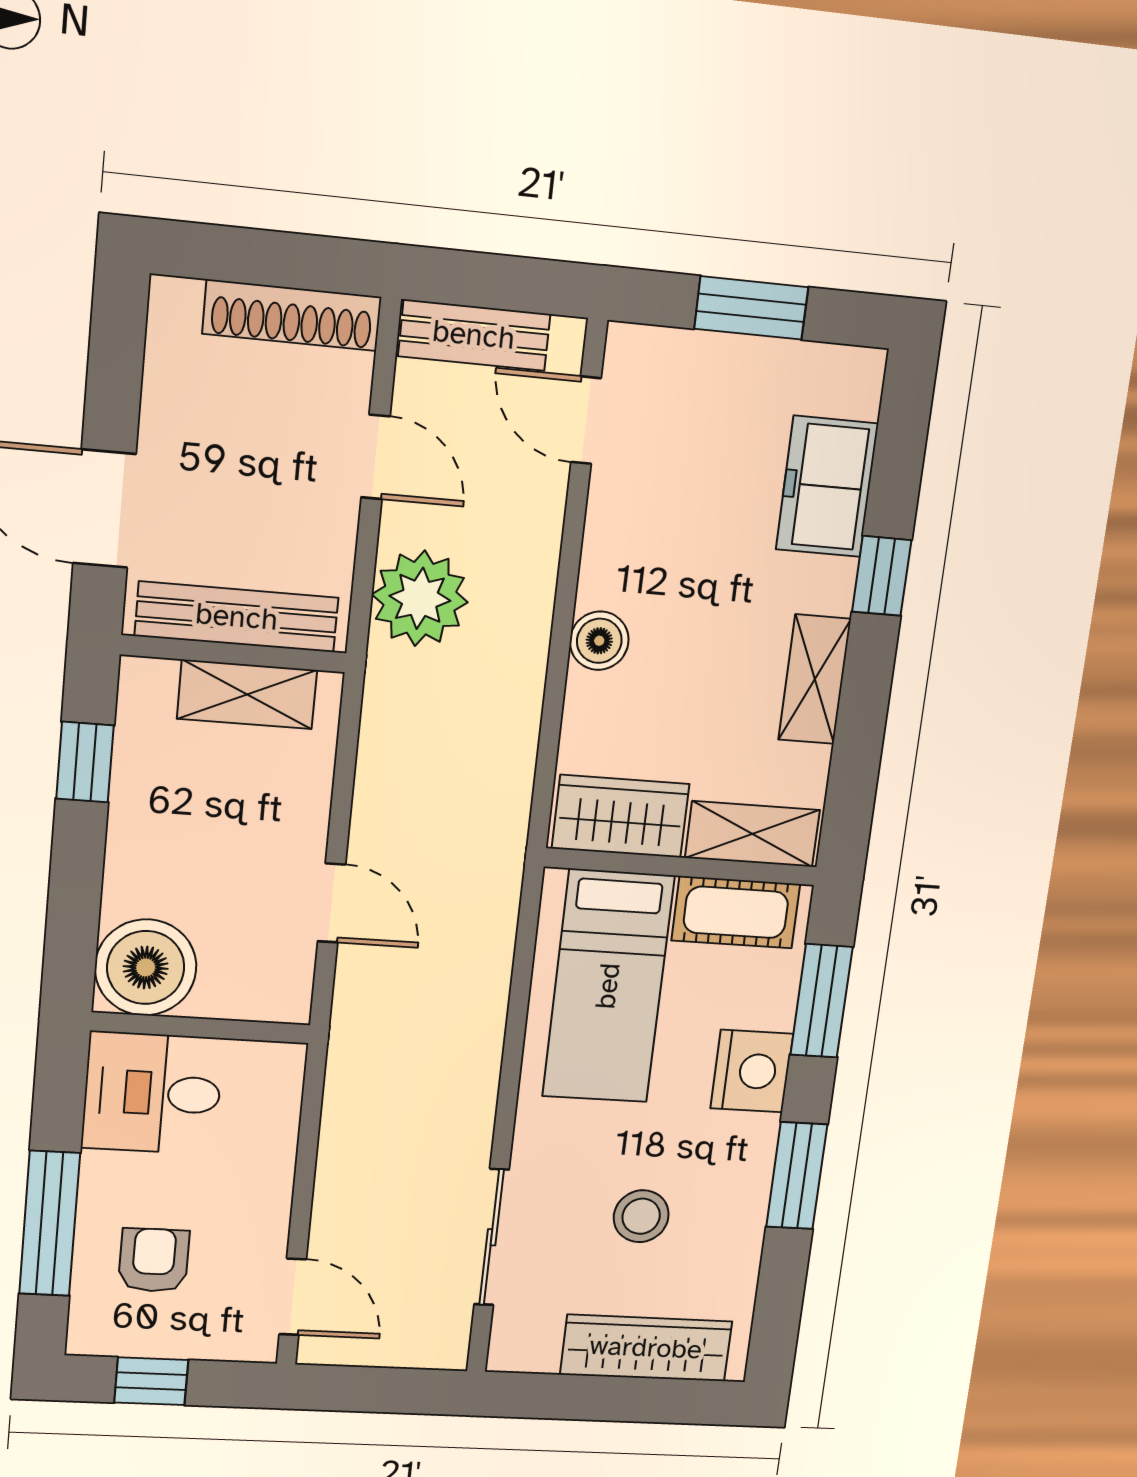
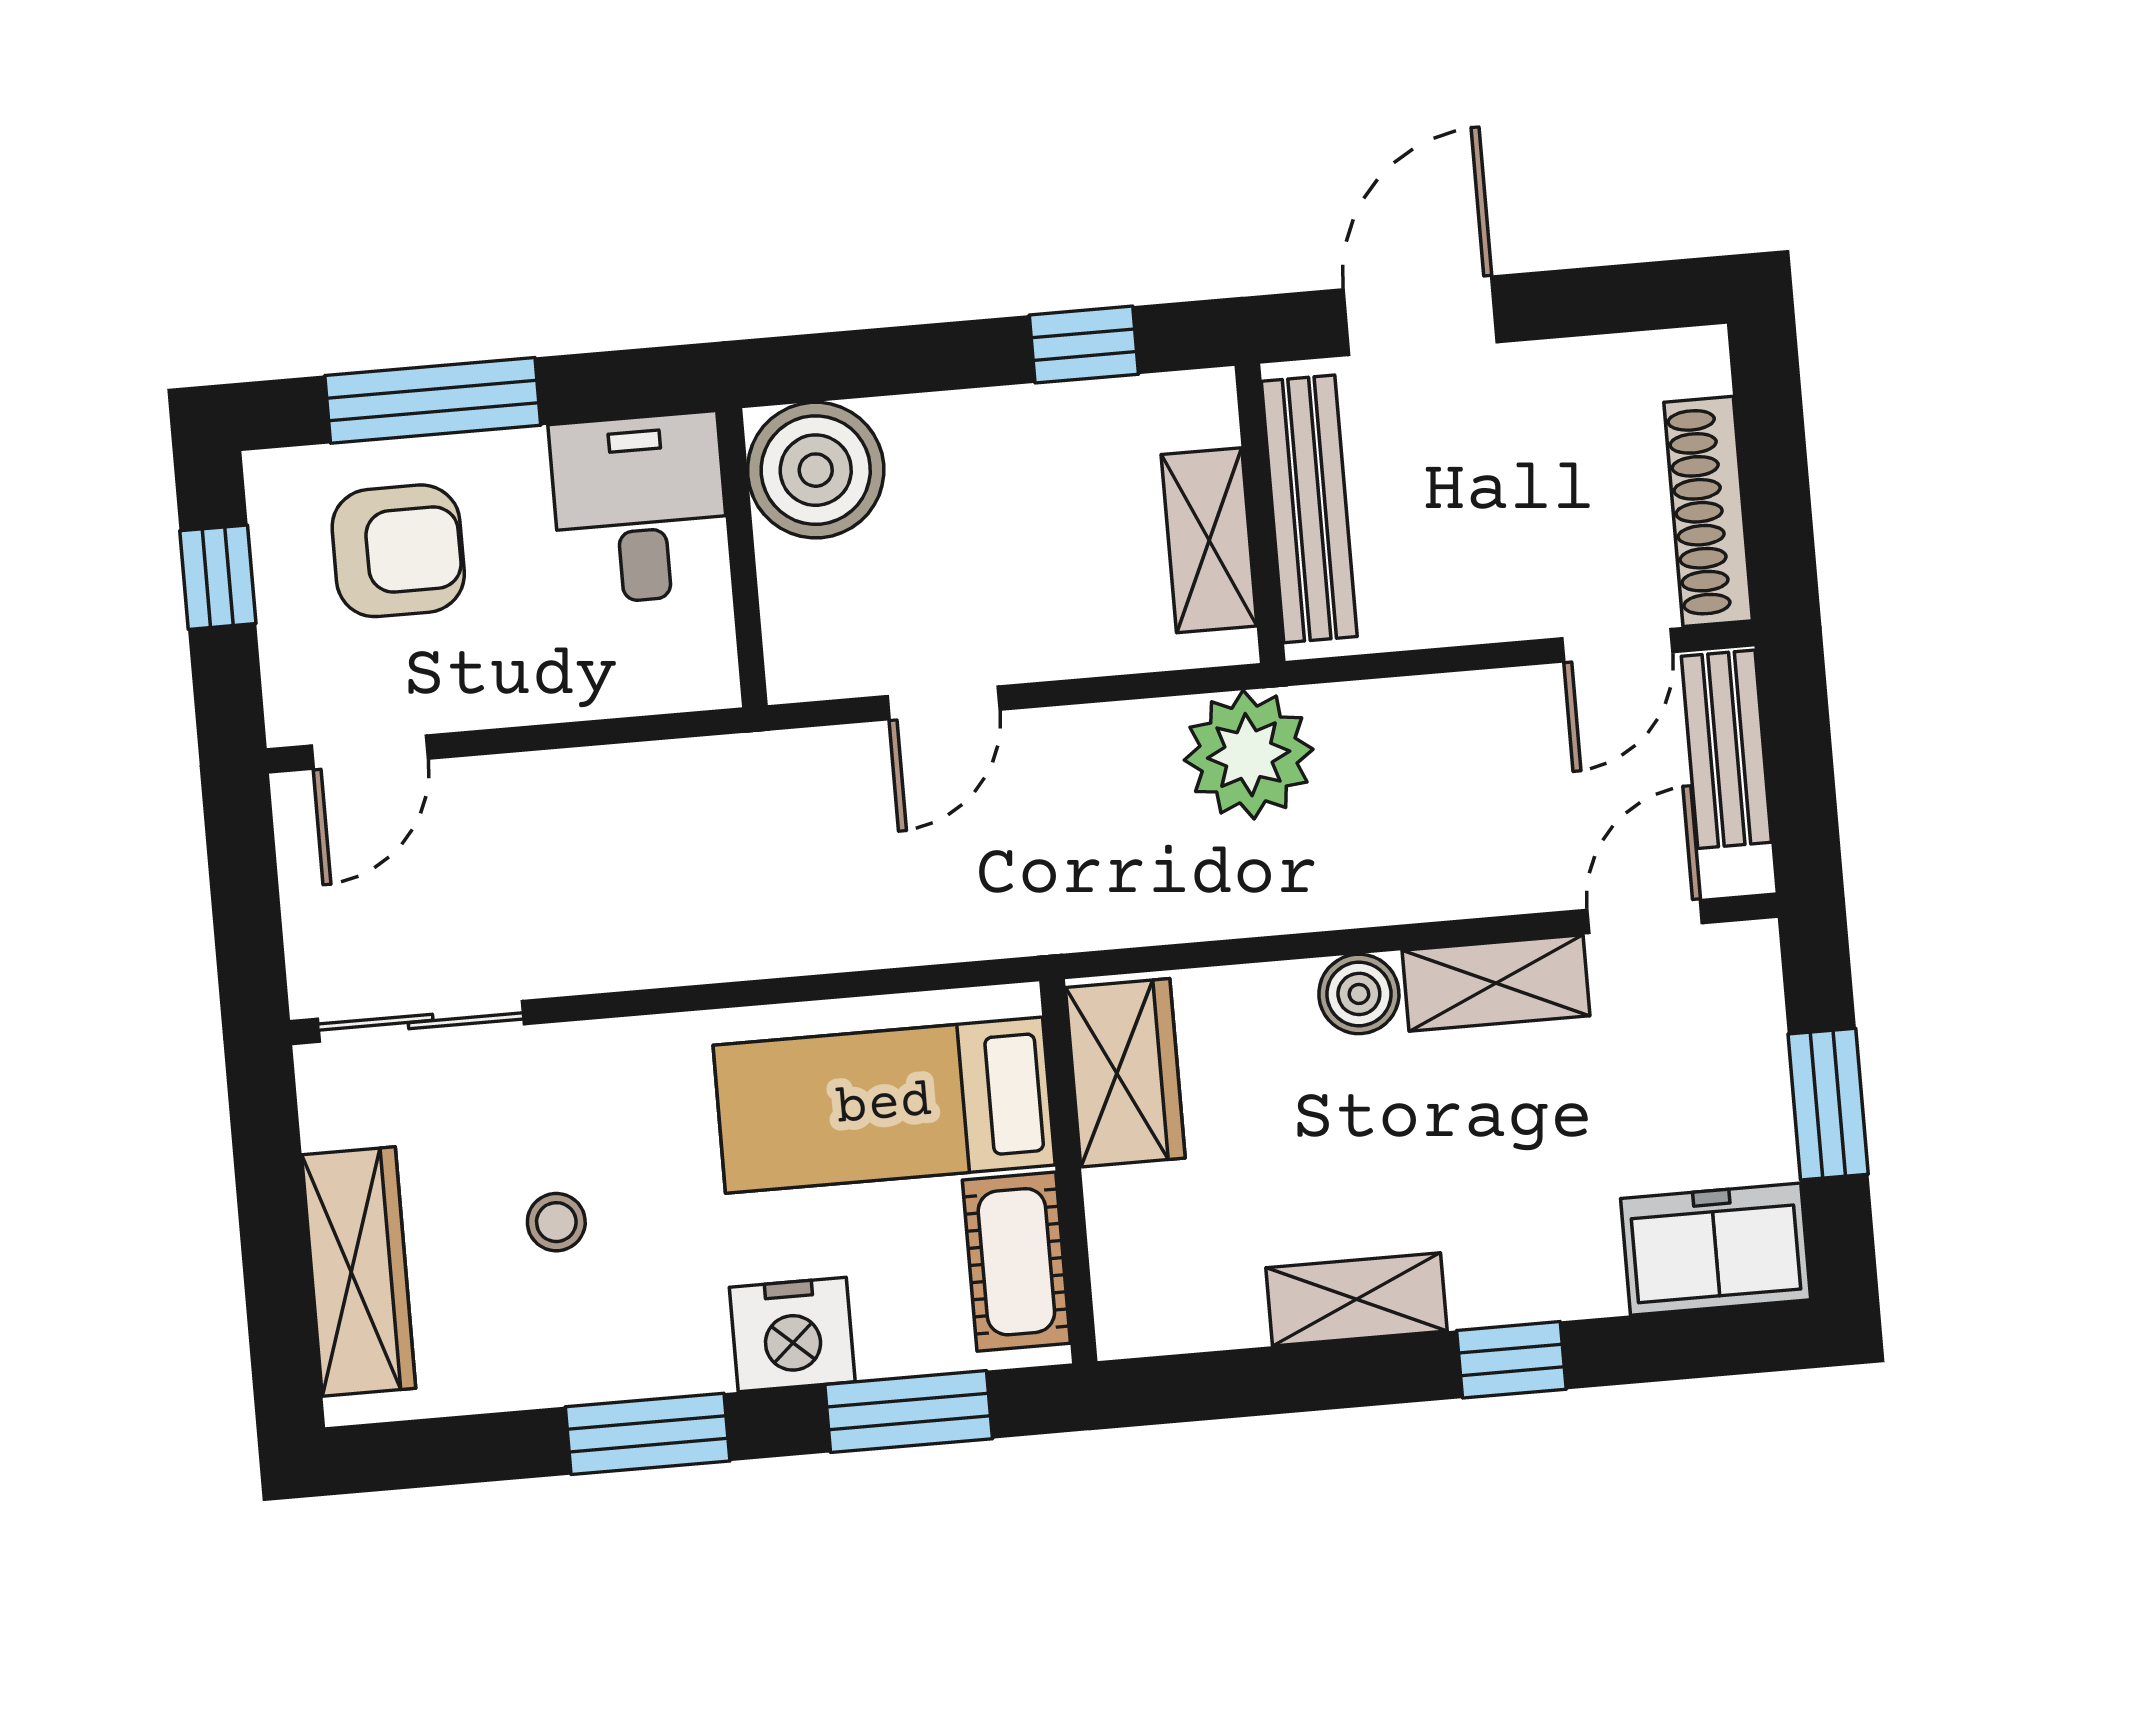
door: (376, 457) -> (1617, 645), moved
freezer: (827, 487) -> (1716, 1249), moved
plant: (420, 598) -> (1249, 755), moved
shelving: (752, 834) -> (1496, 983), moved, turned 90
stool: (641, 1216) -> (556, 1222), width x0.73, depth x0.73
sliding door: (492, 1237) -> (421, 1021), moved
armchair: (154, 1260) -> (398, 551), width x1.38, depth x1.38

